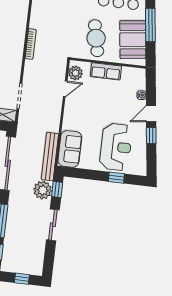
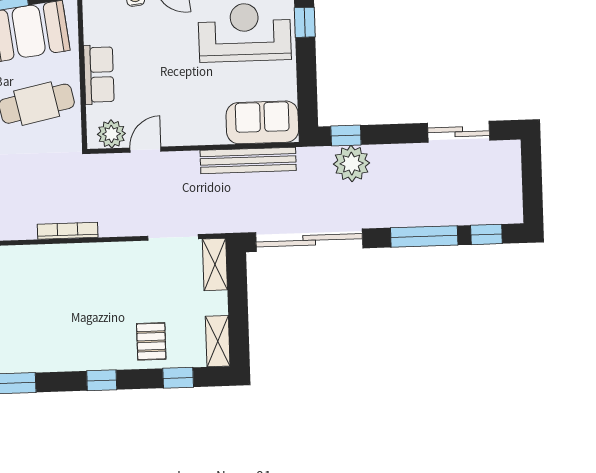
door: (65, 89) -> (145, 150), hinge flipped
bench: (50, 157) -> (248, 160), moved
sliding door: (53, 225) -> (459, 132), moved
window: (22, 279) -> (532, 178), removed

